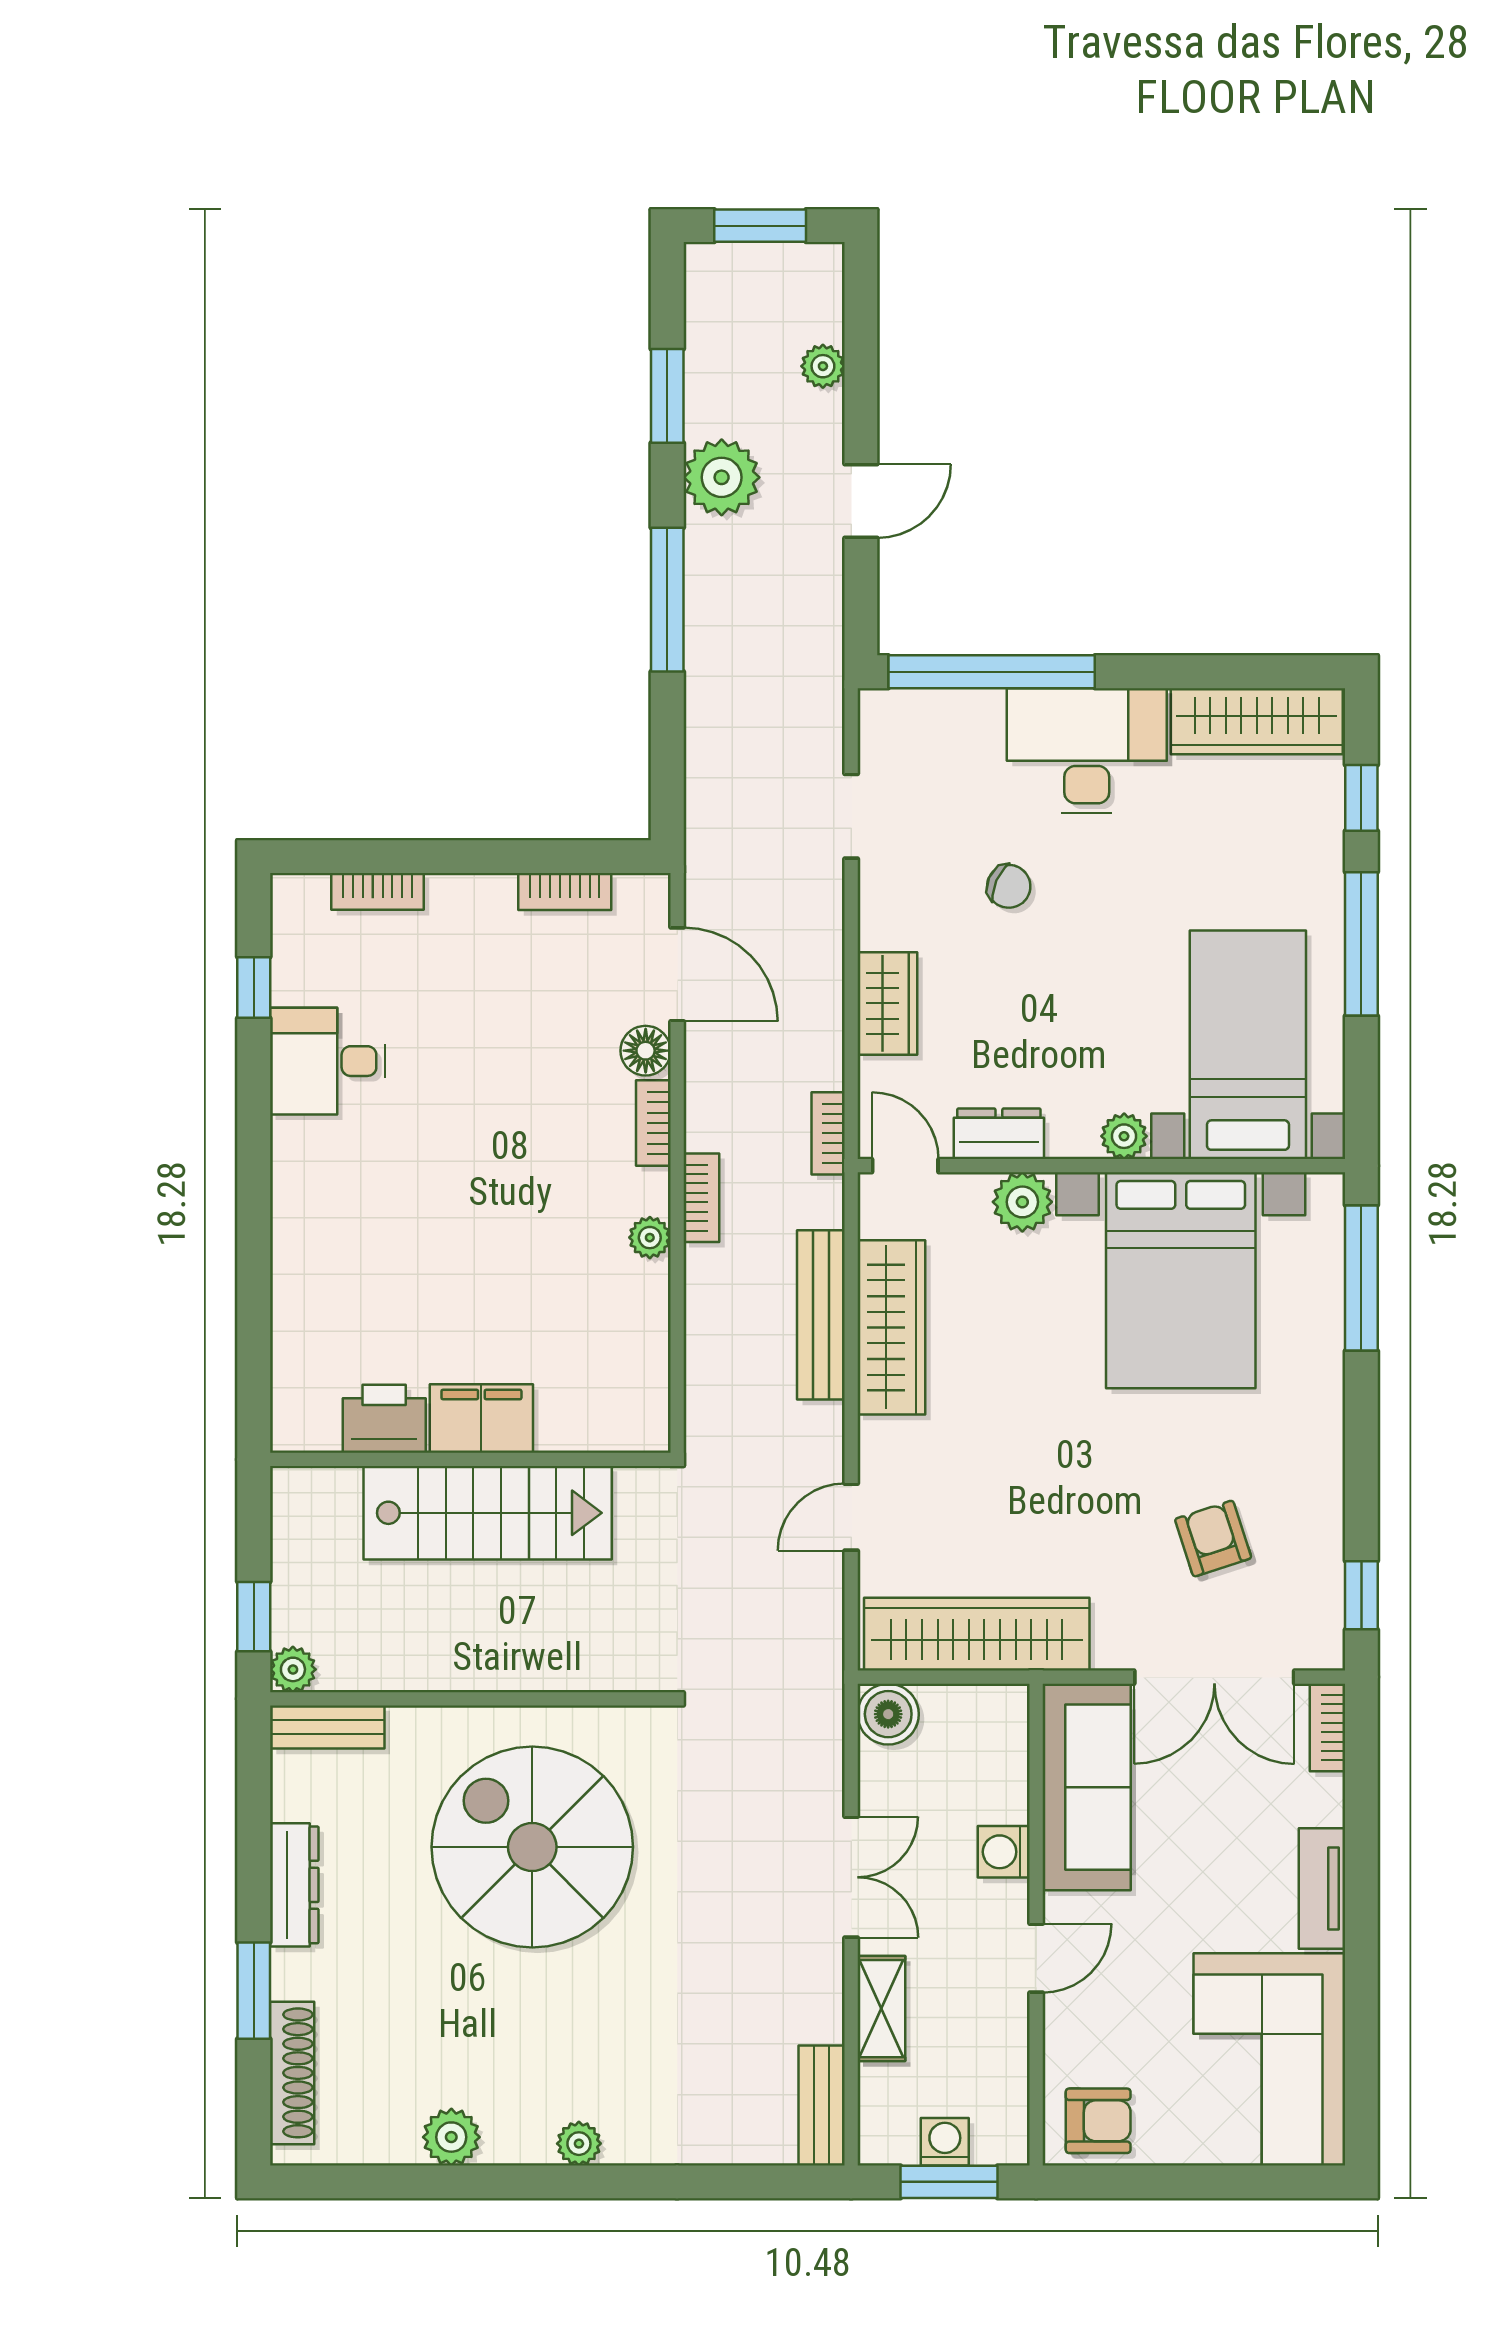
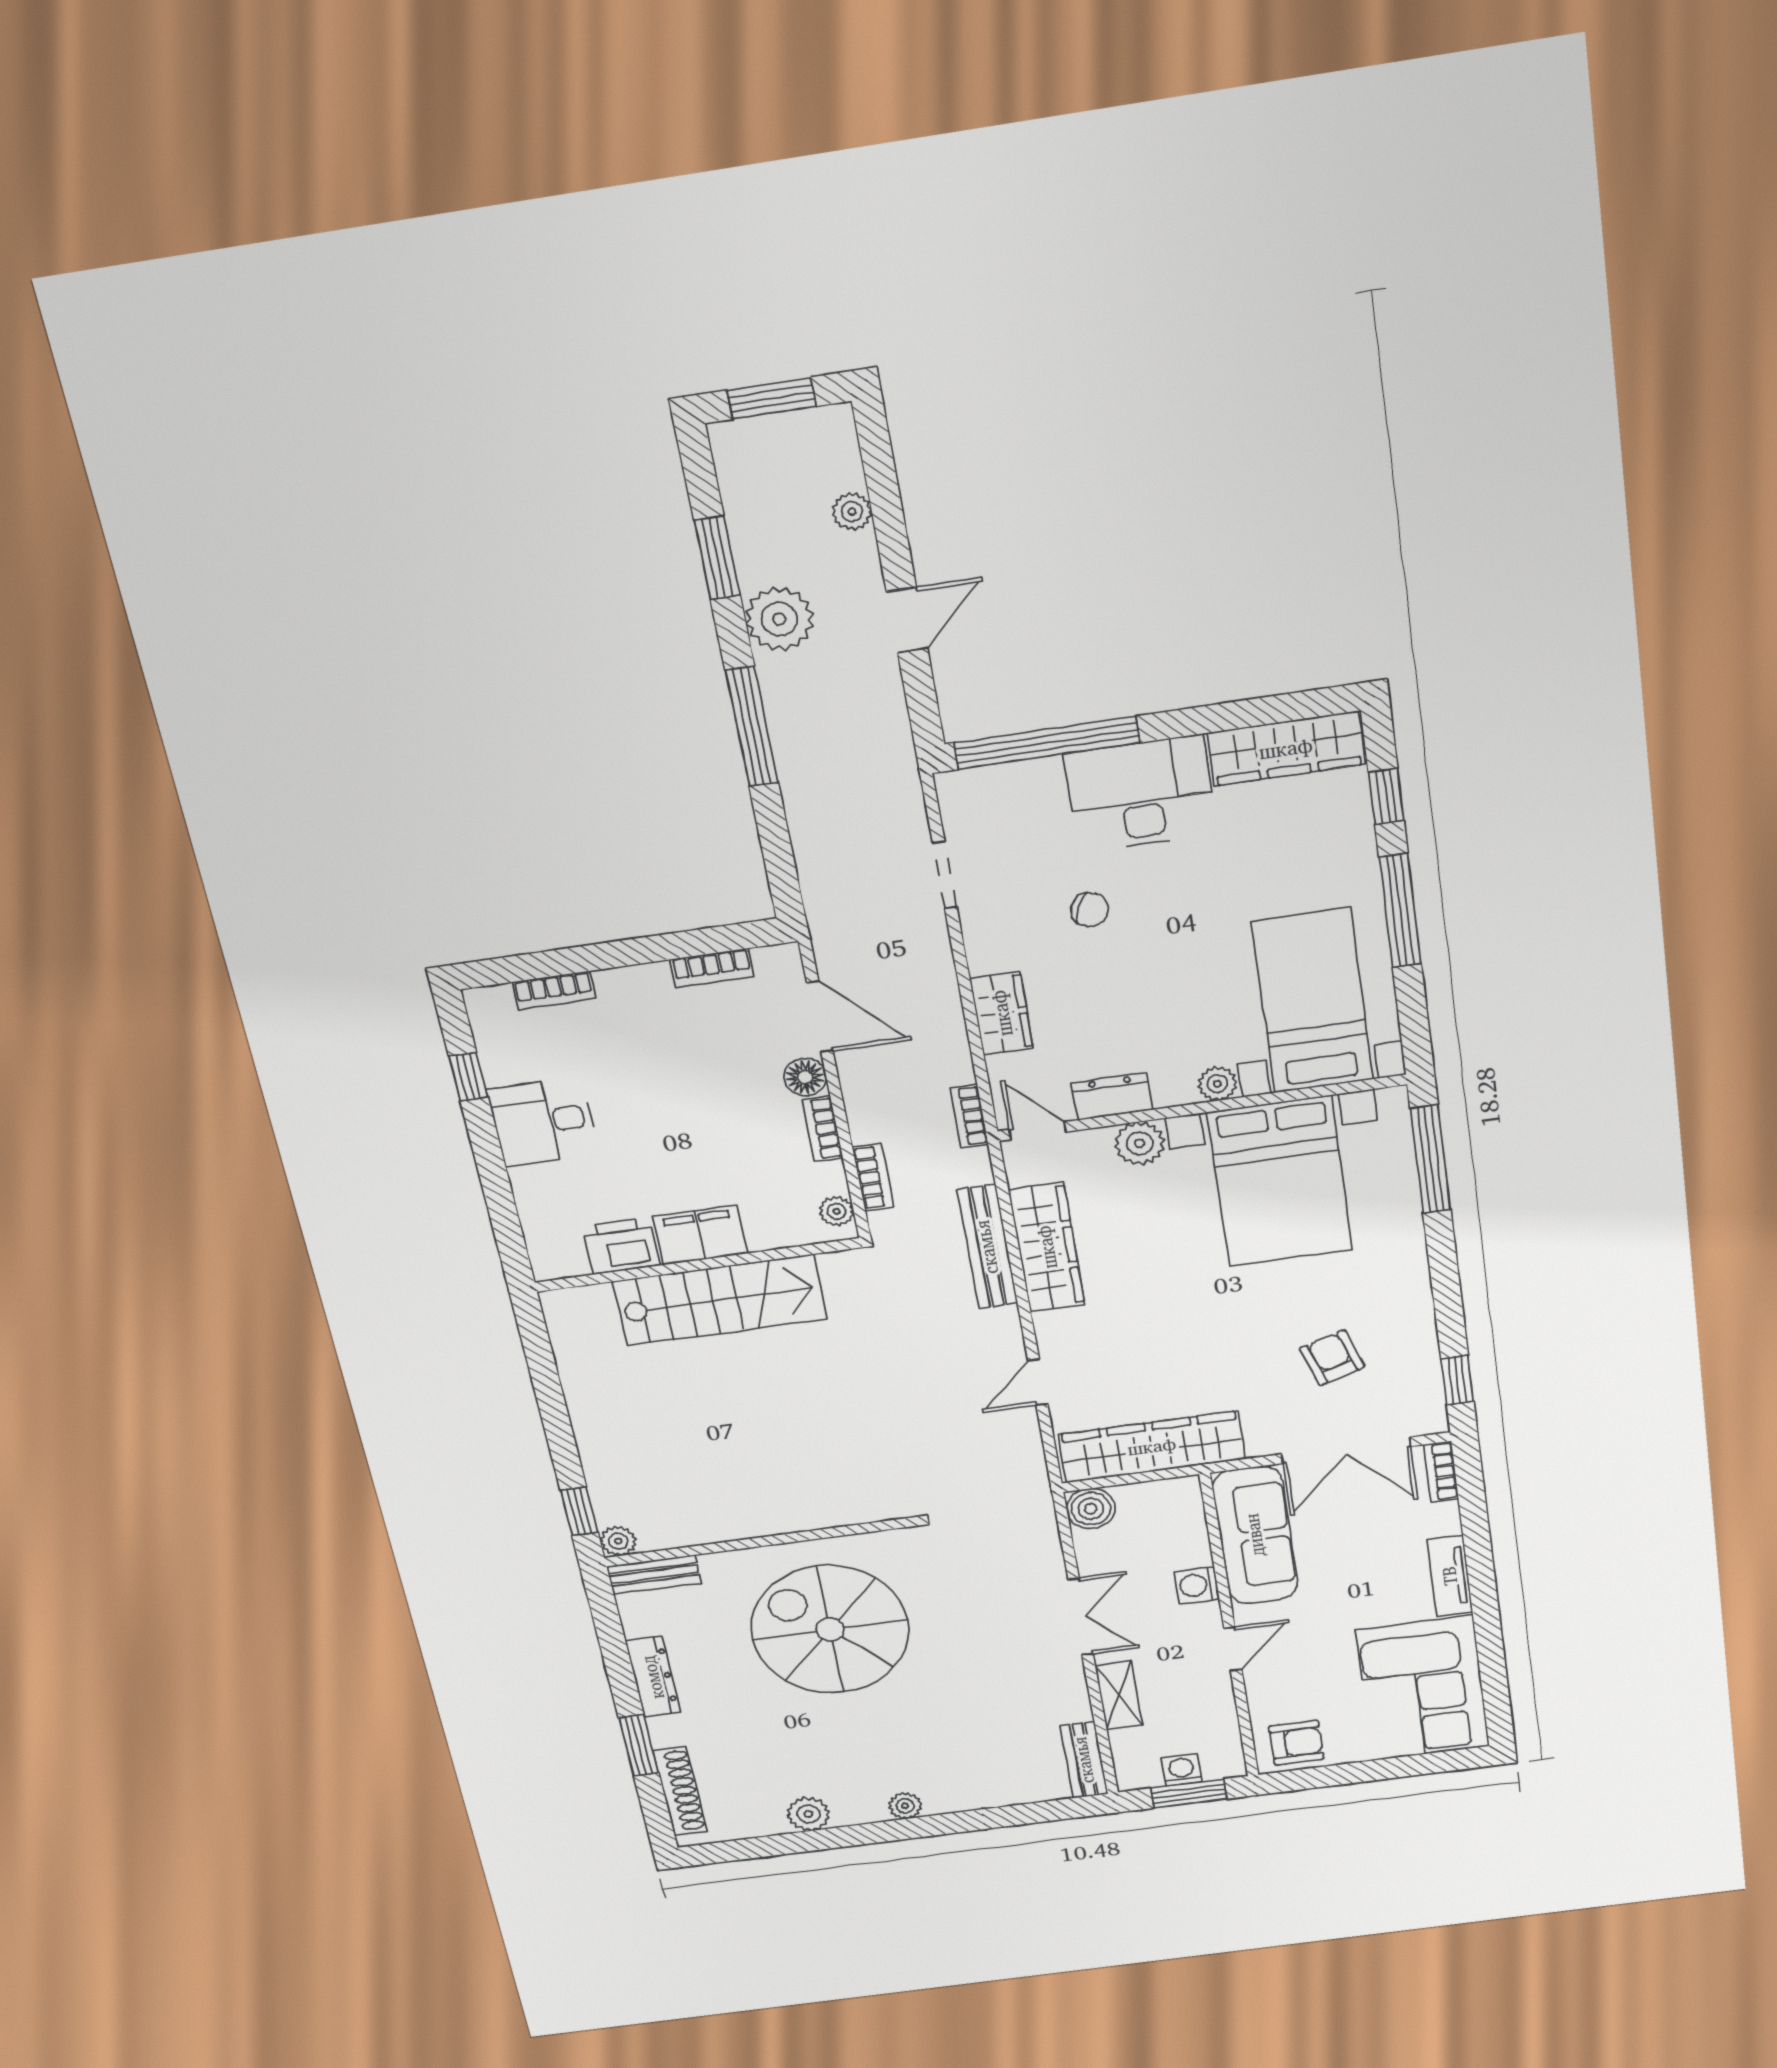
printer: (384, 1419) -> (621, 1246), moved
filing cabinet: (481, 1419) -> (700, 1235), moved
wall: (470, 1459) -> (698, 1265), moved
stairs: (488, 1513) -> (720, 1300), moved

